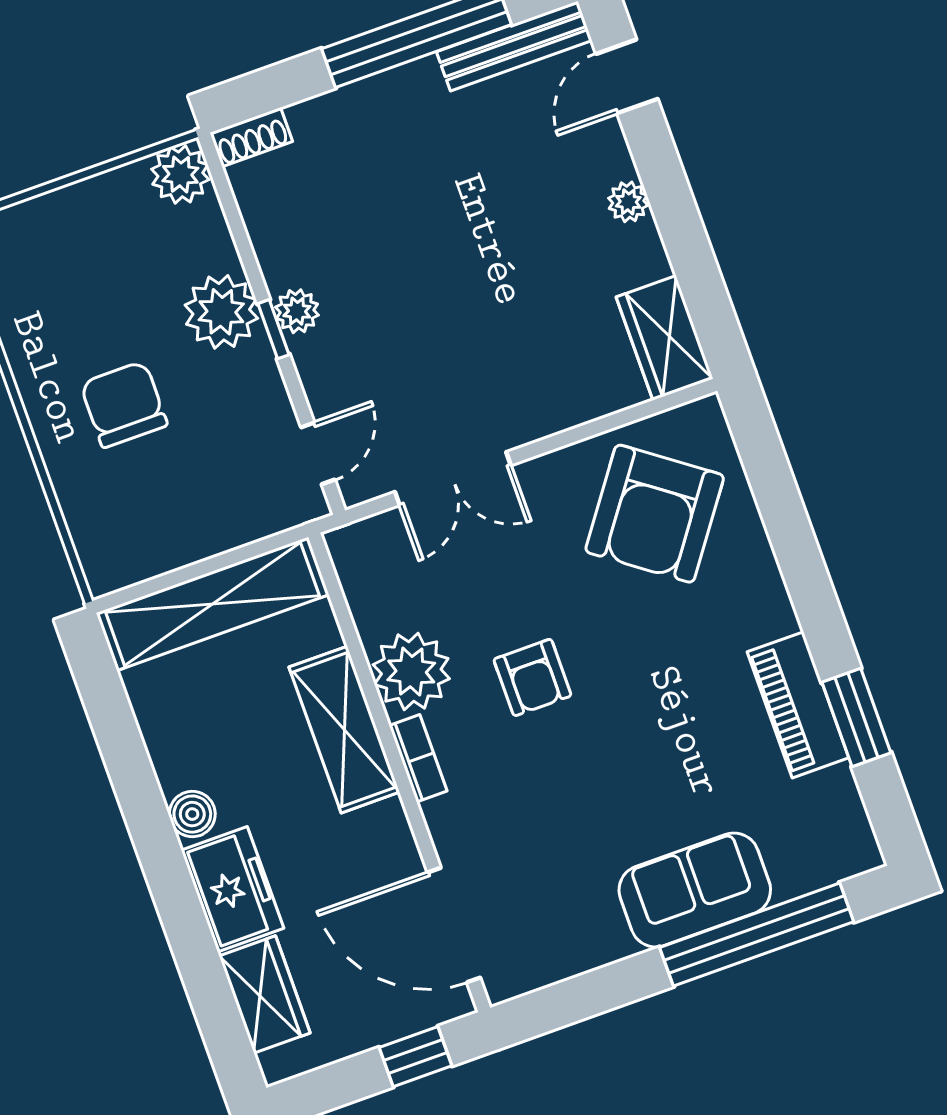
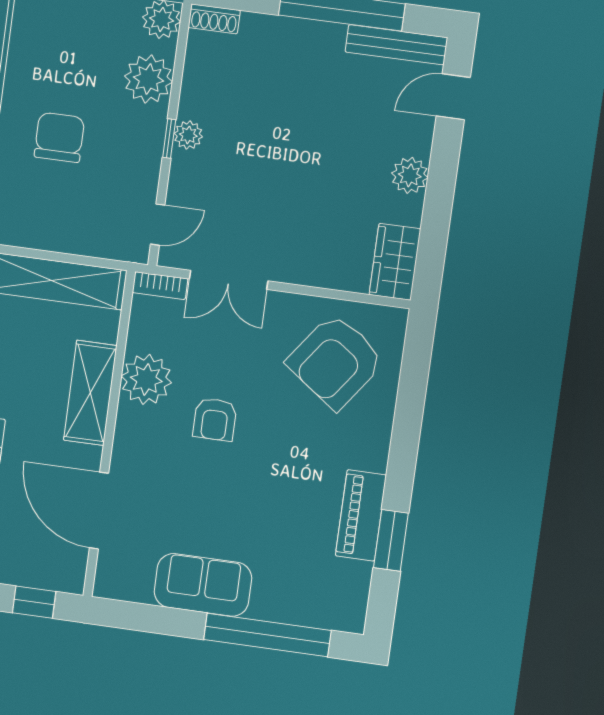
plant: (628, 202) -> (410, 175), width x1.38, depth x1.38
plant: (221, 312) -> (148, 79), moved
bookcase: (418, 758) -> (160, 286), moved, turned 90
sofa: (695, 890) -> (203, 585), moved
door: (454, 925) -> (99, 511), moved

